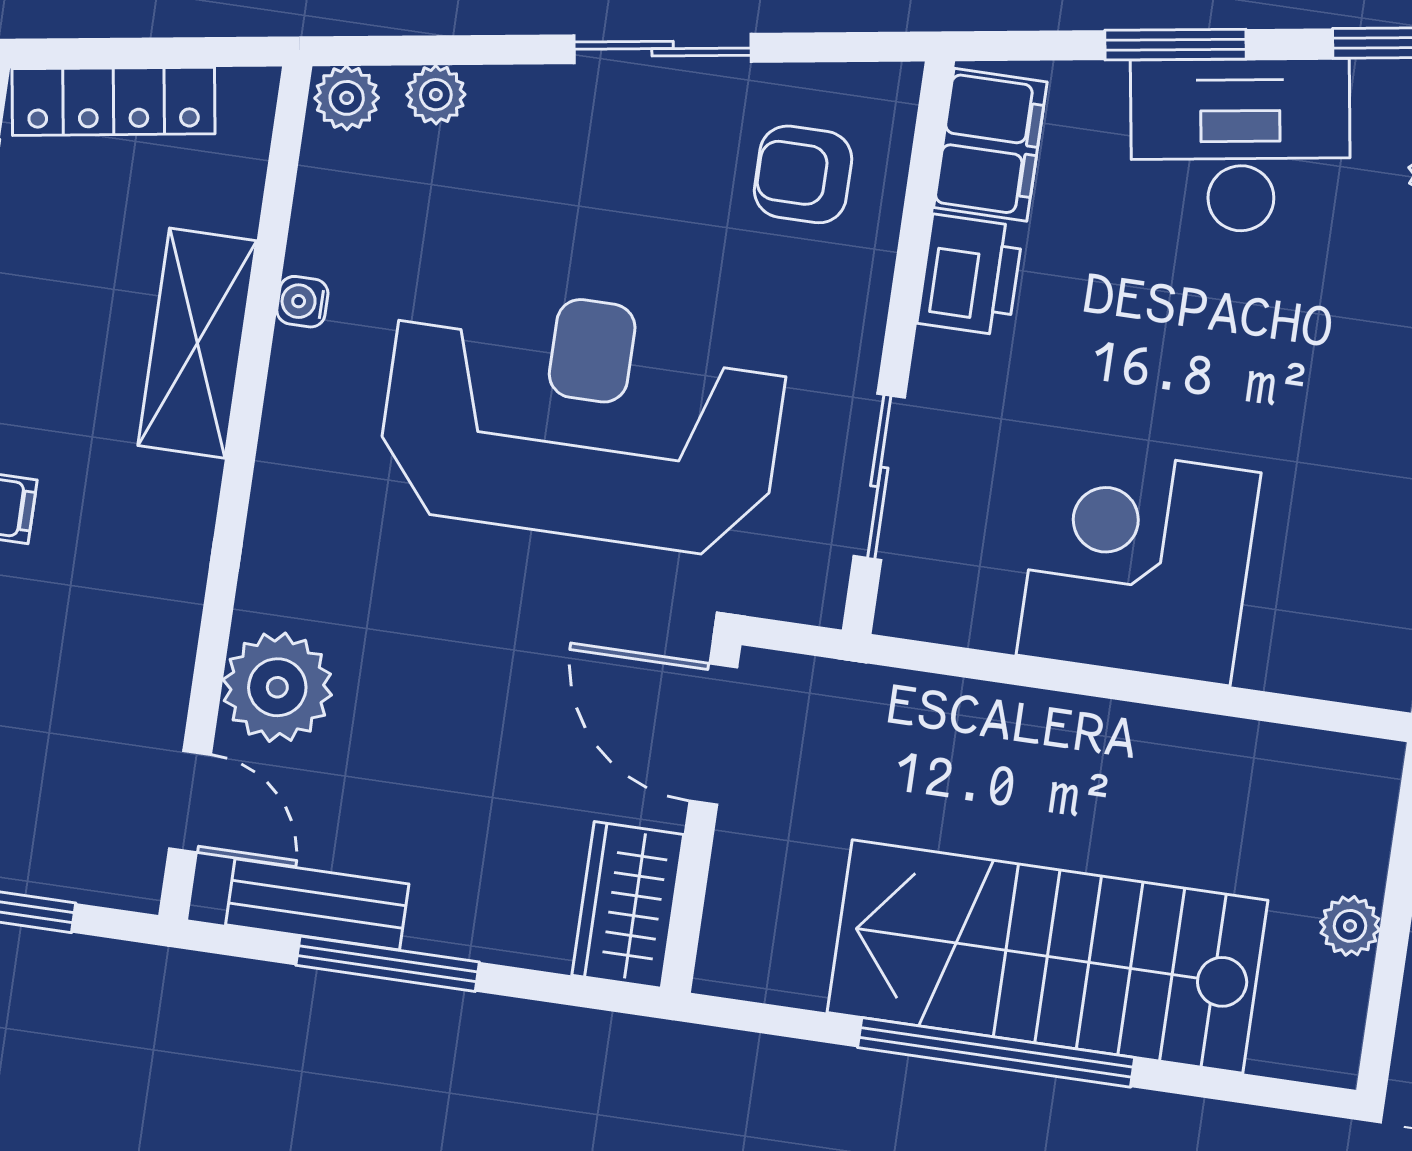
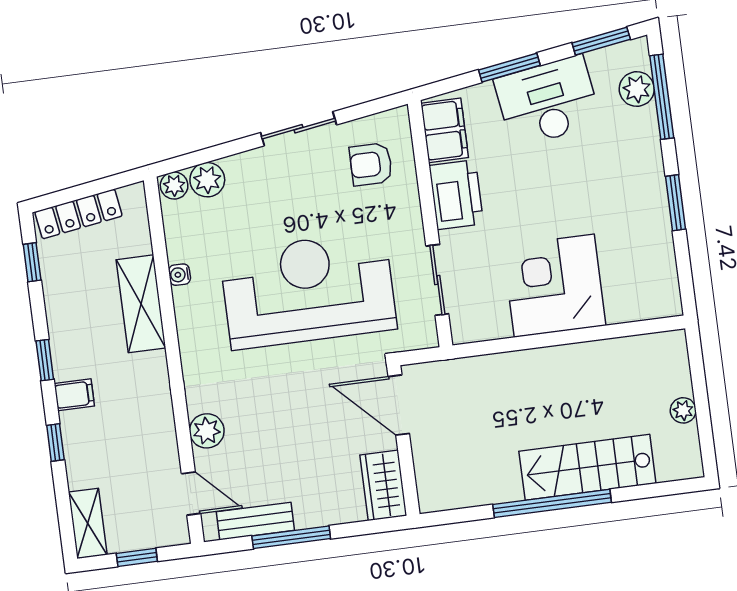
plant: (436, 95) -> (207, 180), width x1.38, depth x1.38
printer: (970, 275) -> (456, 195), width x1.37, depth x1.19
plant: (277, 687) -> (207, 431), width x0.73, depth x0.73
stairs: (1048, 956) -> (587, 467), width x0.73, depth x0.66

